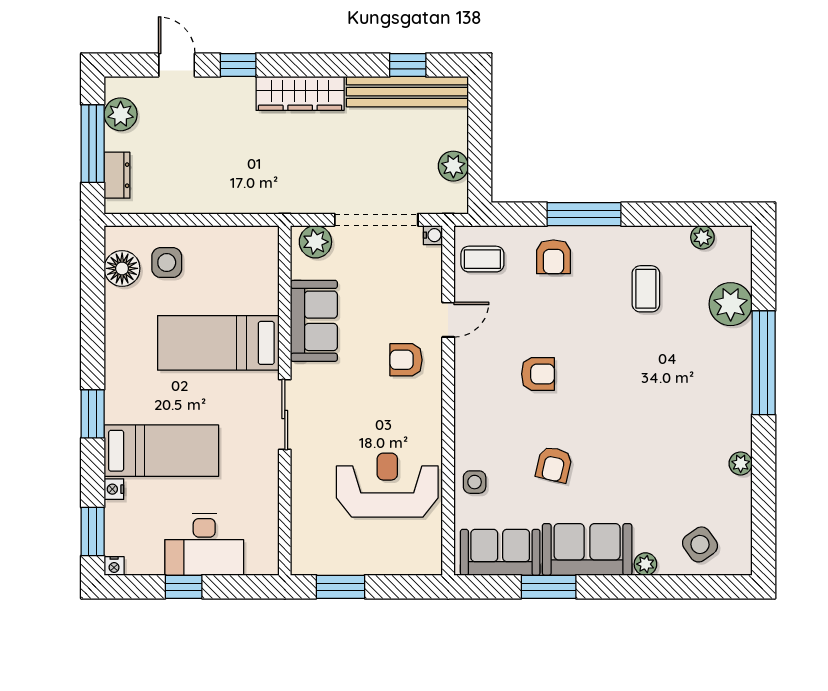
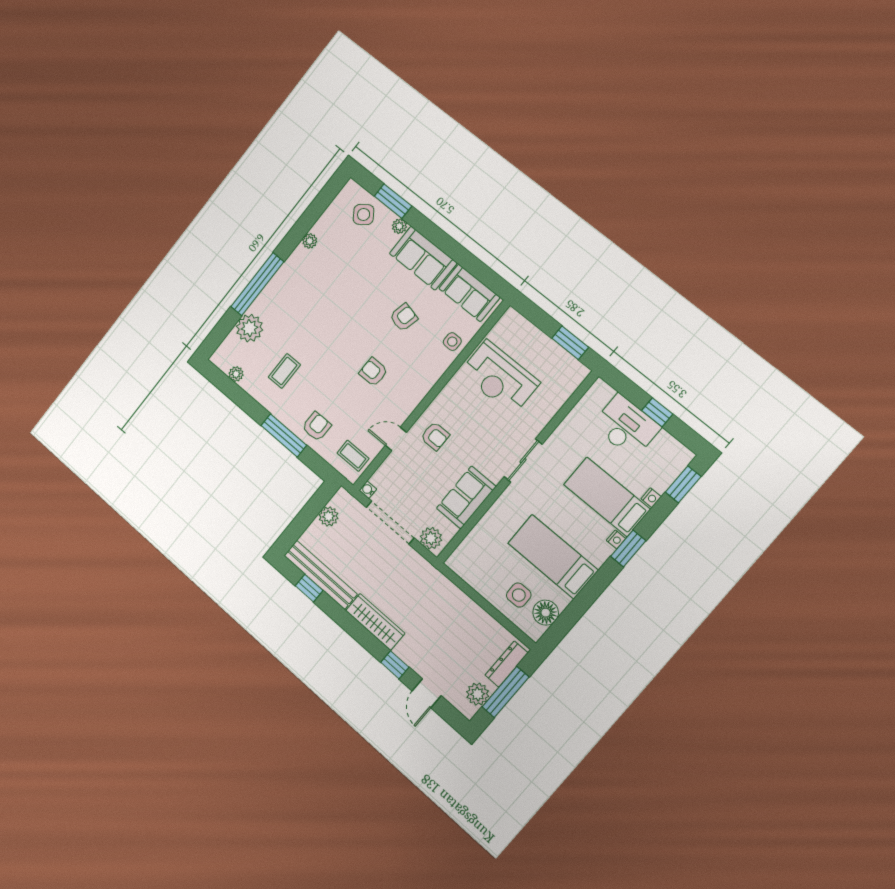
dresser: (117, 175) -> (507, 664), width x1.44
bed: (218, 343) -> (553, 557), moved, turned 180
nightstand: (114, 566) -> (616, 539), moved, turned 90
window: (549, 587) -> (393, 201), moved

